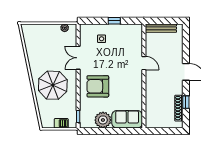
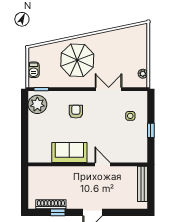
door: (144, 63) -> (102, 164), swing flipped
armchair: (98, 86) -> (76, 112), width x0.53, depth x0.53
sofa: (127, 119) -> (69, 152), moved, turned -90
plant: (103, 120) -> (37, 104), moved

